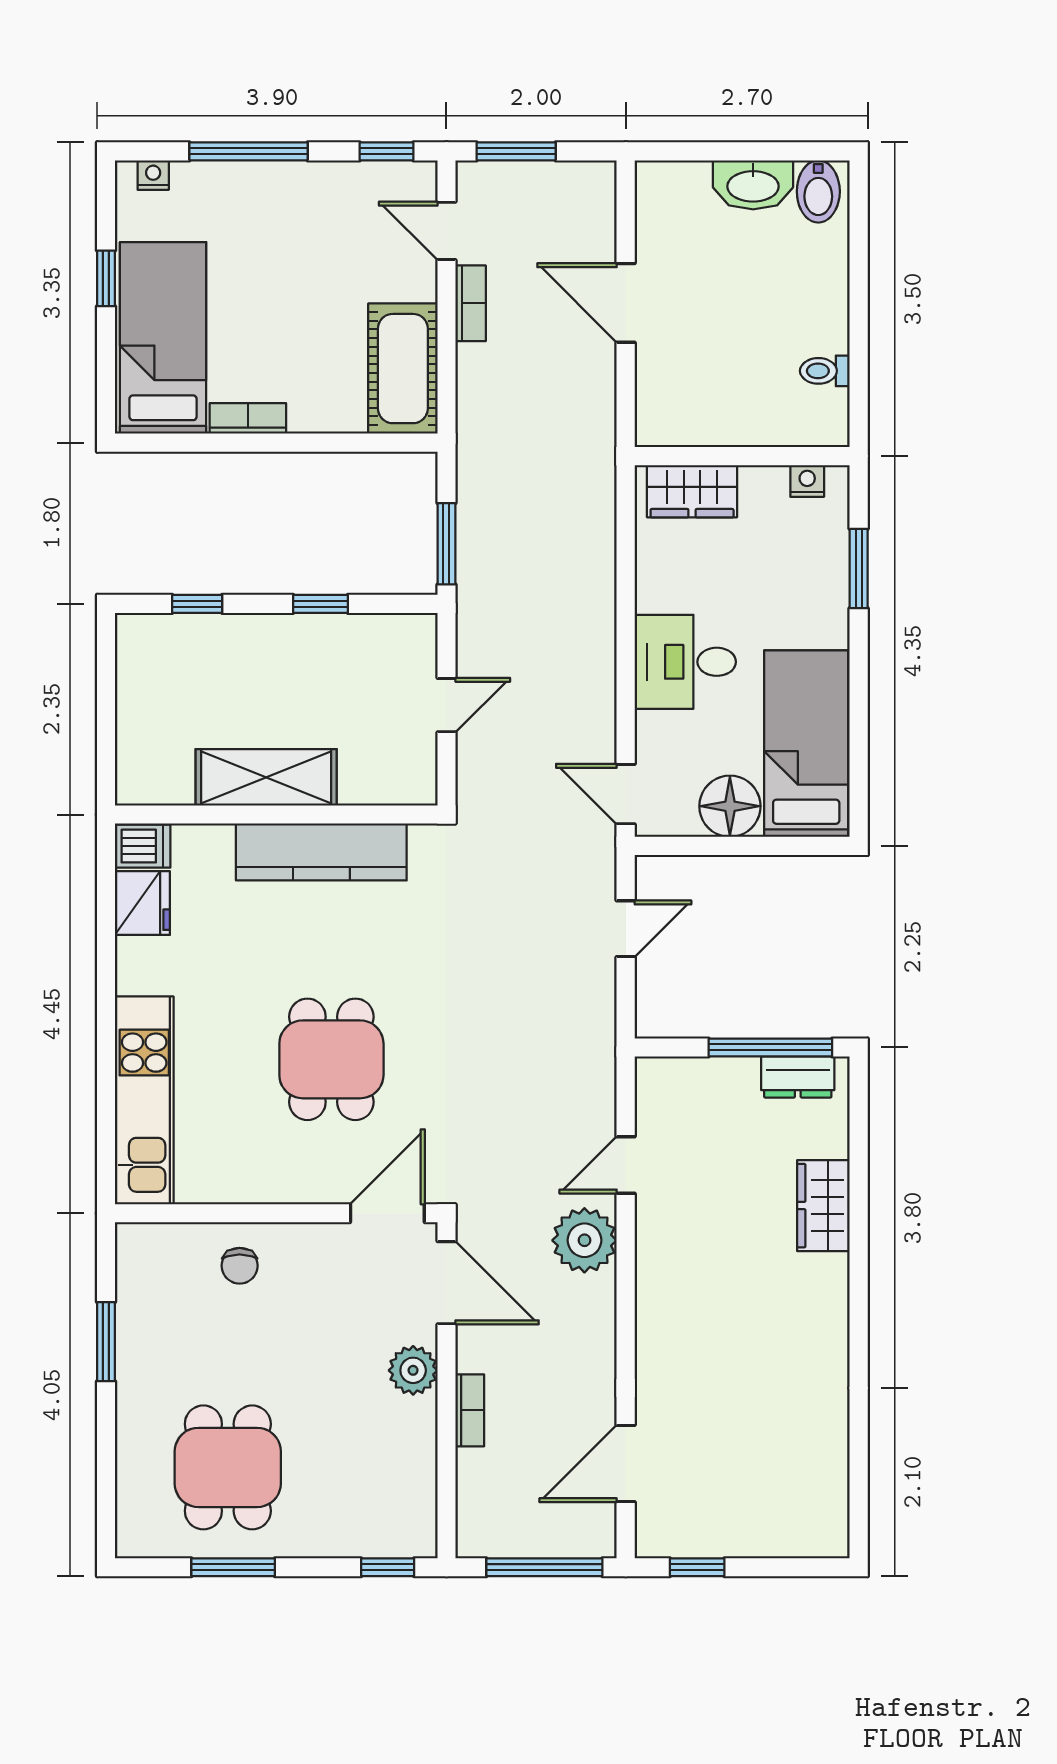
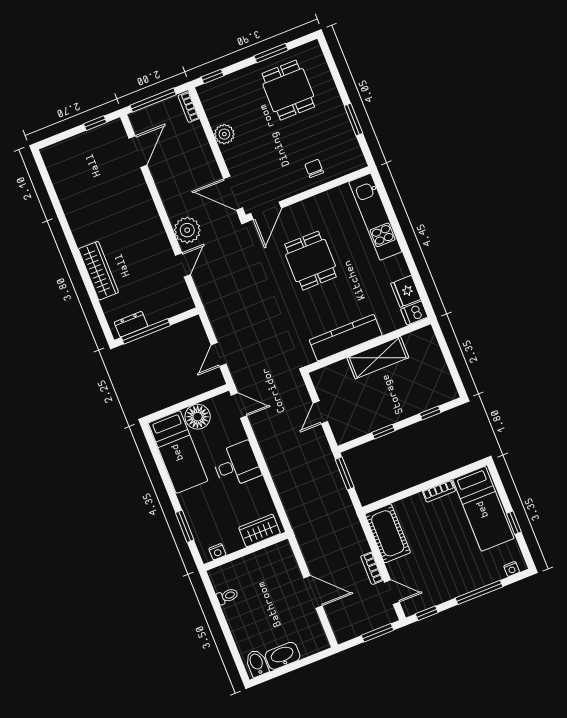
wardrobe: (823, 1206) -> (98, 271), width x1.50
plant: (413, 1370) -> (224, 134), moved
bookcase: (470, 1410) -> (189, 107), moved

